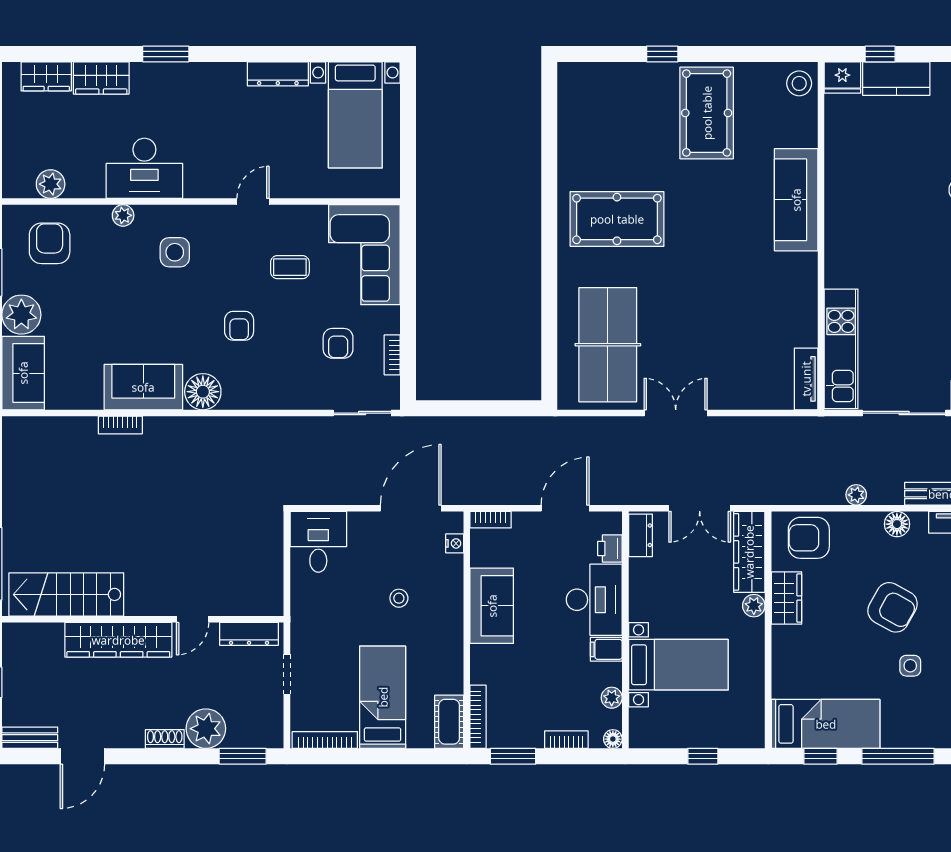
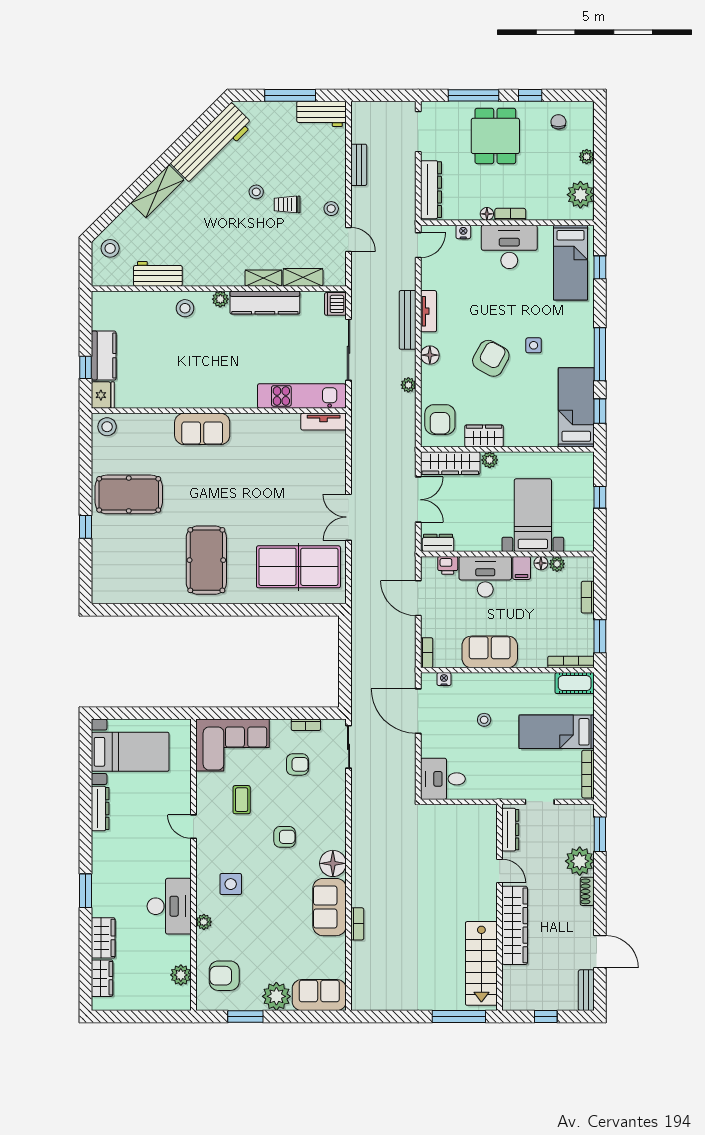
sofa: (796, 200) -> (202, 429), width x0.73
floor lamp: (613, 739) -> (541, 563), moved

